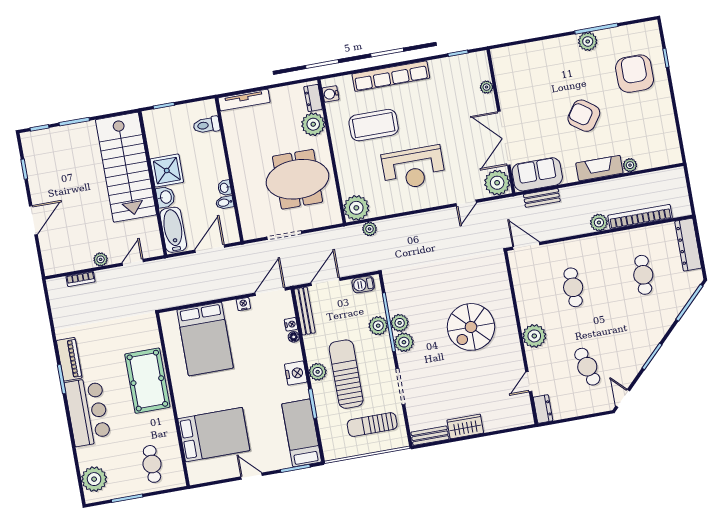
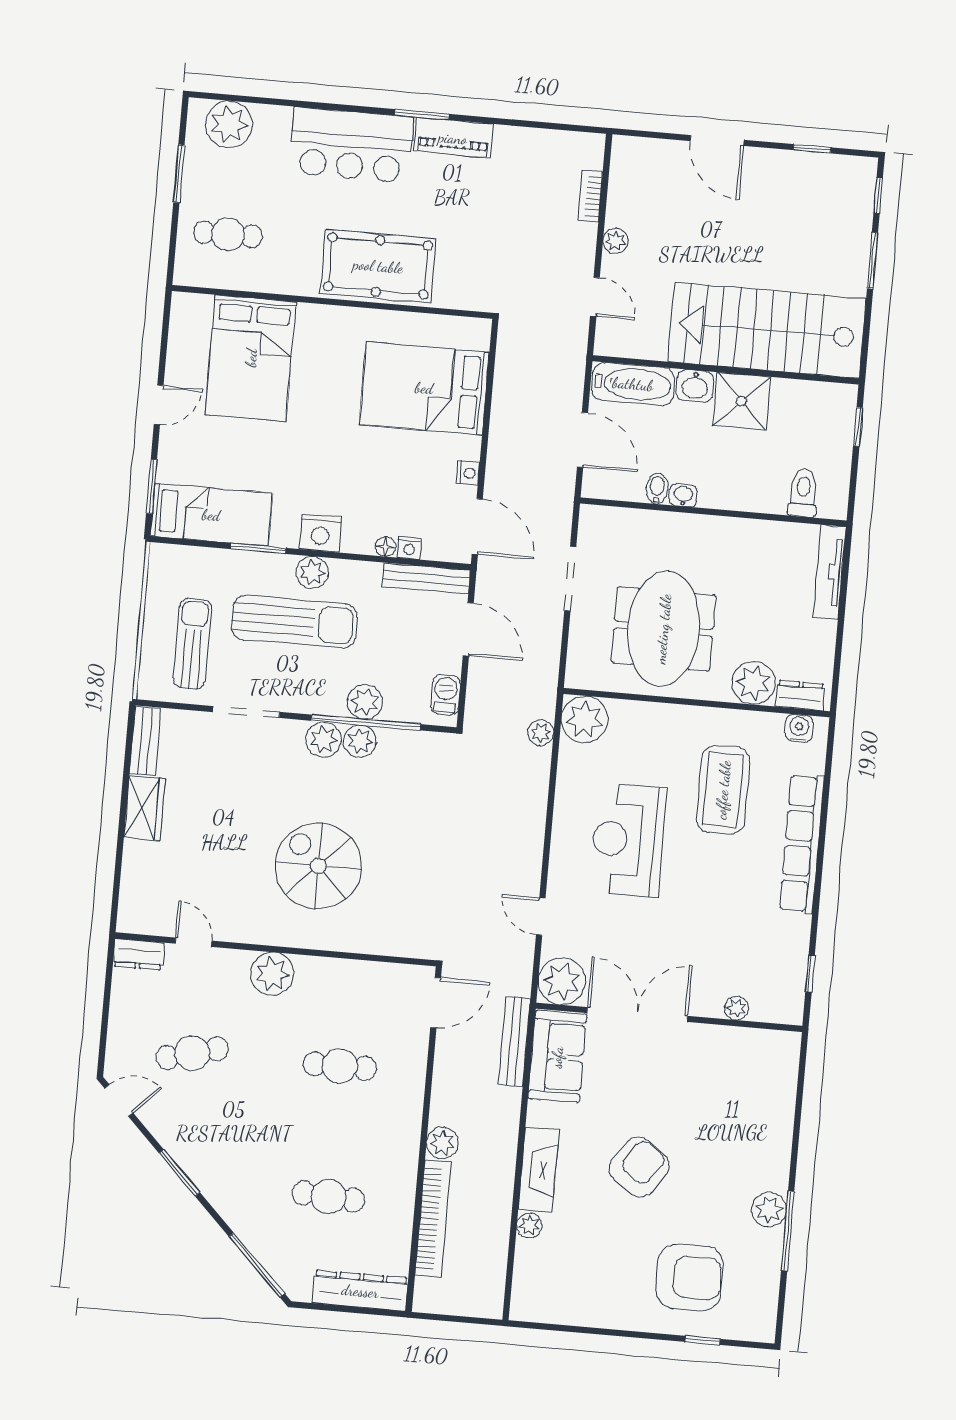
bench: (542, 198) -> (514, 1042), width x1.36

